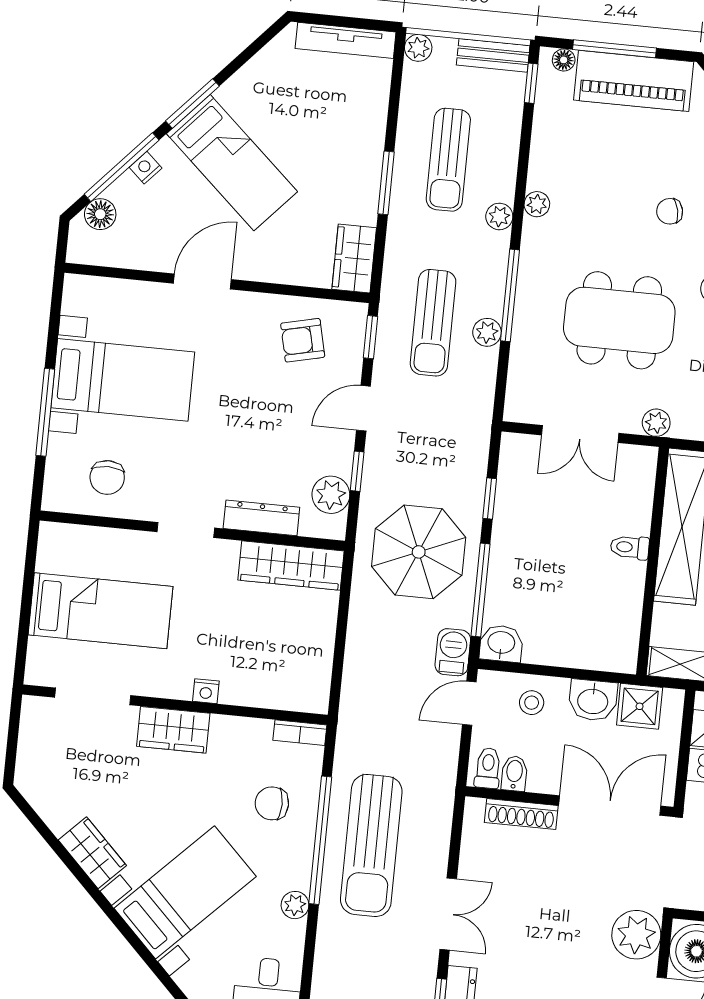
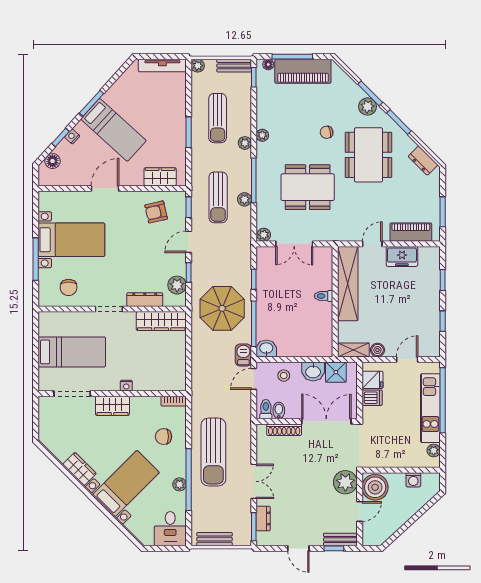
window: (122, 167) -> (61, 137), width x0.46
wardrobe: (354, 258) -> (160, 177), moved, turned 90
plant: (656, 423) -> (264, 235), moved
window: (320, 840) -> (189, 480), moved

